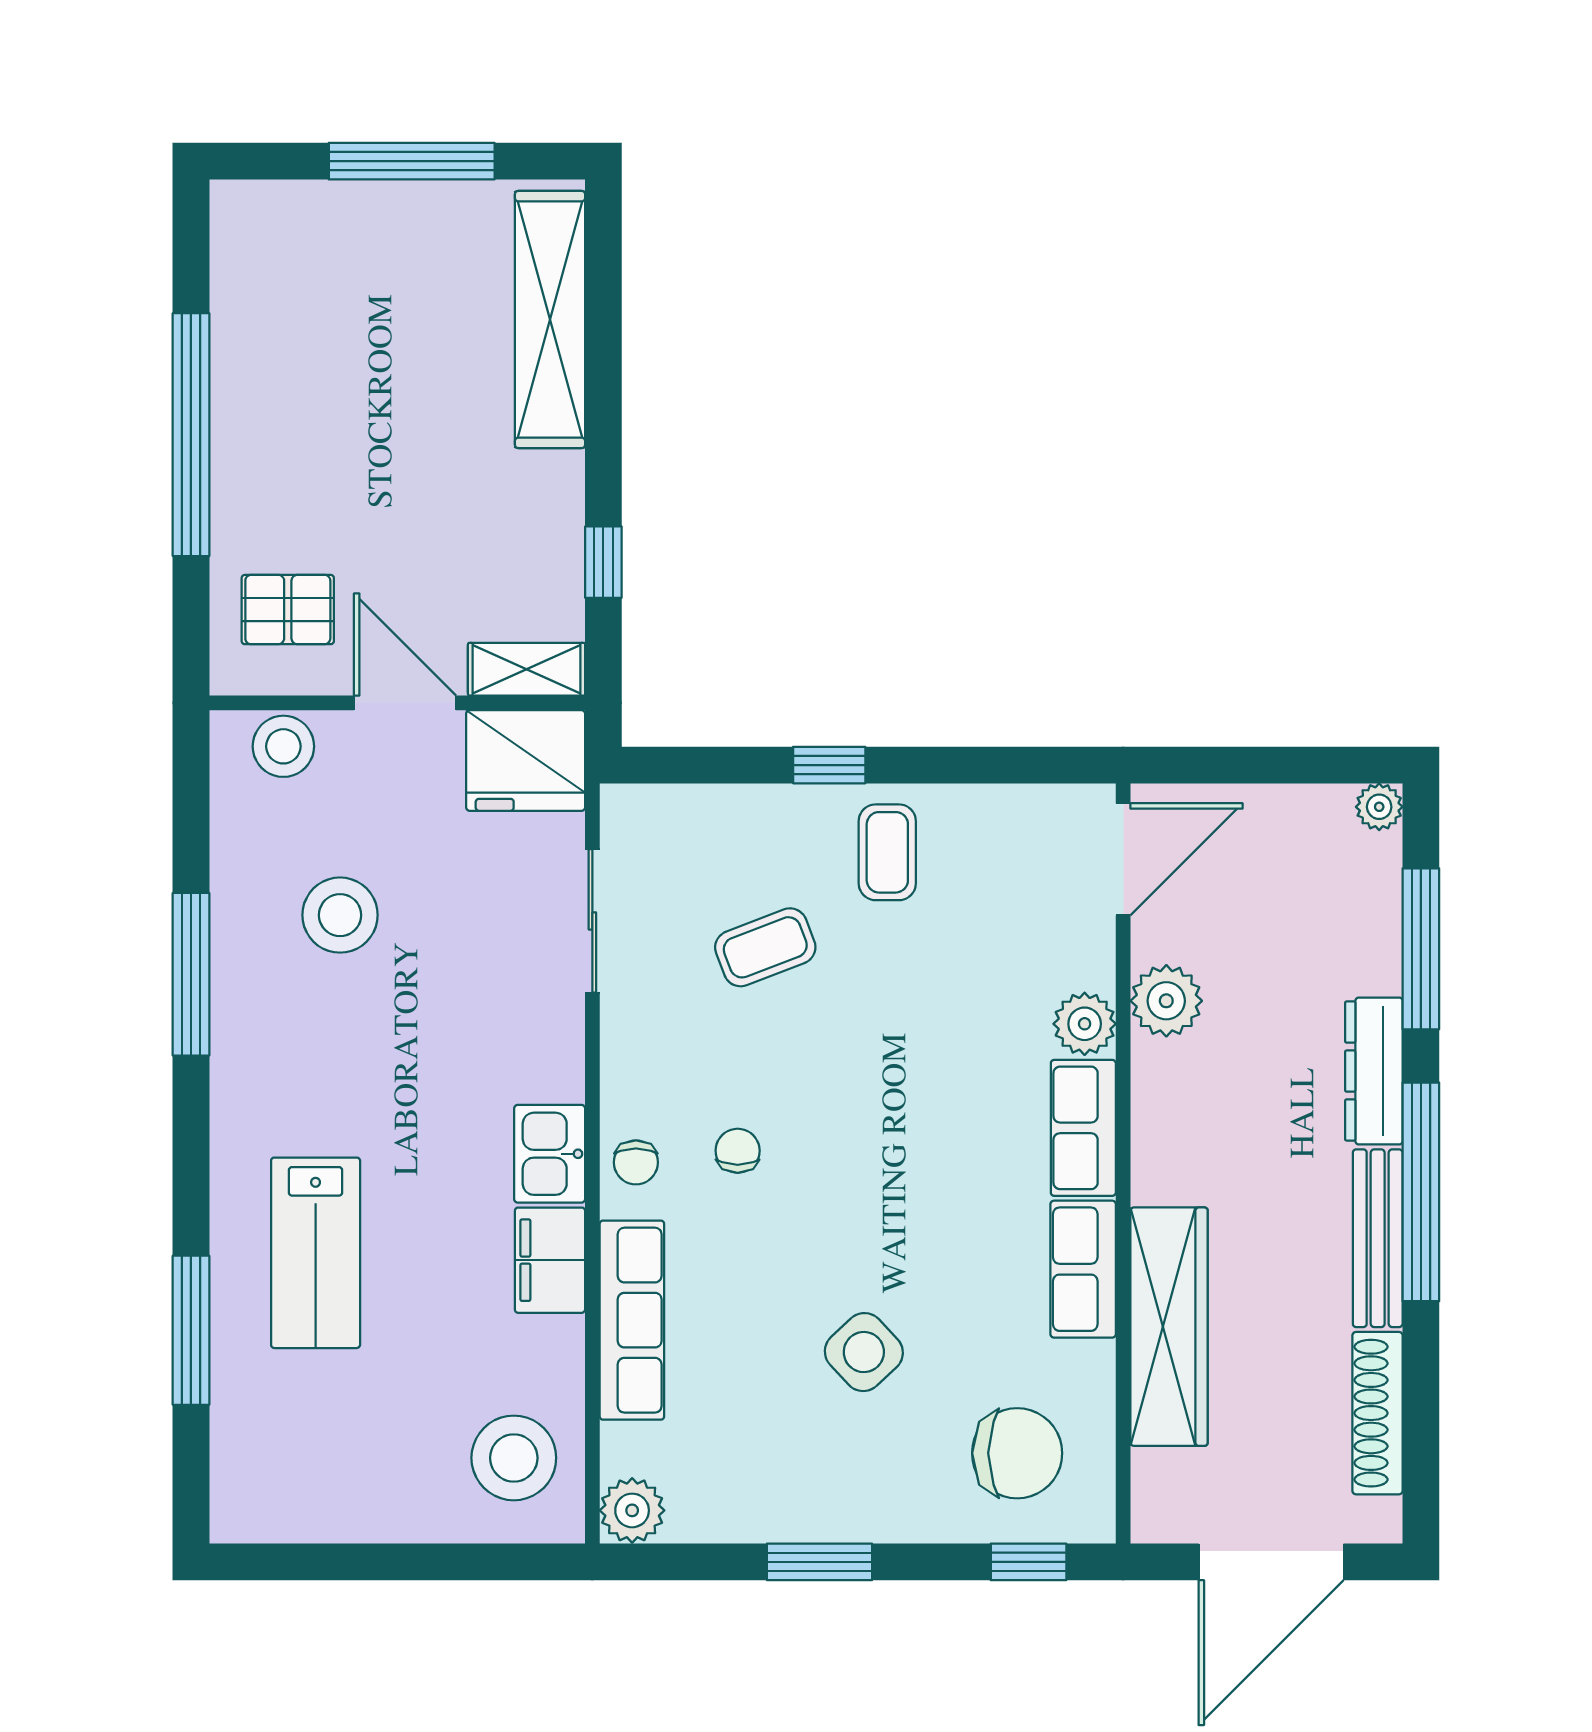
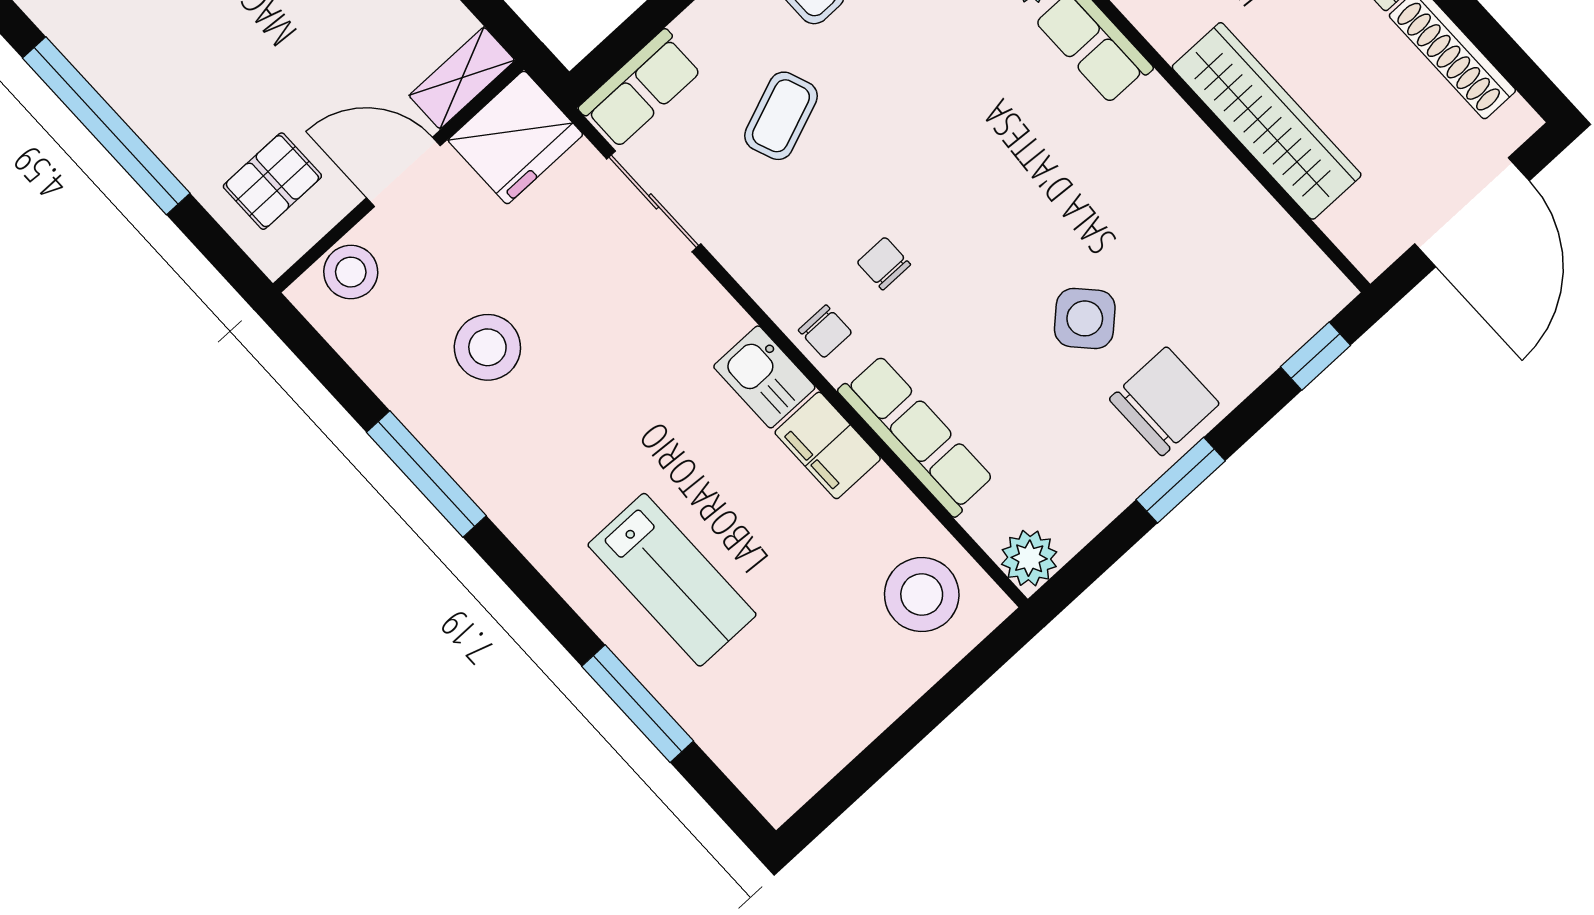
row of seats: (1083, 1269) -> (640, 89), moved, turned -90
chair: (1017, 1453) -> (1164, 401), moved

